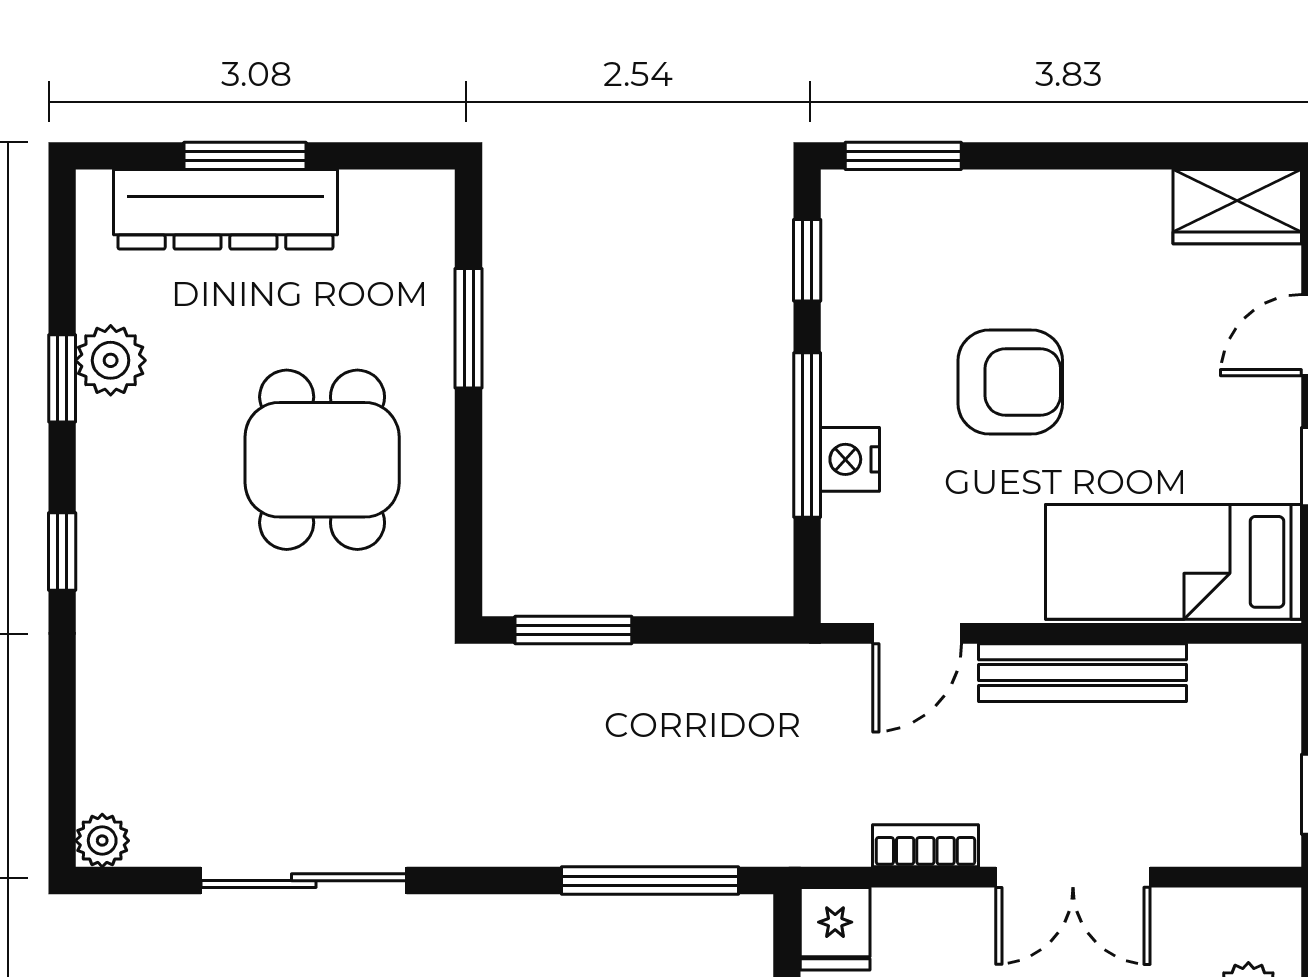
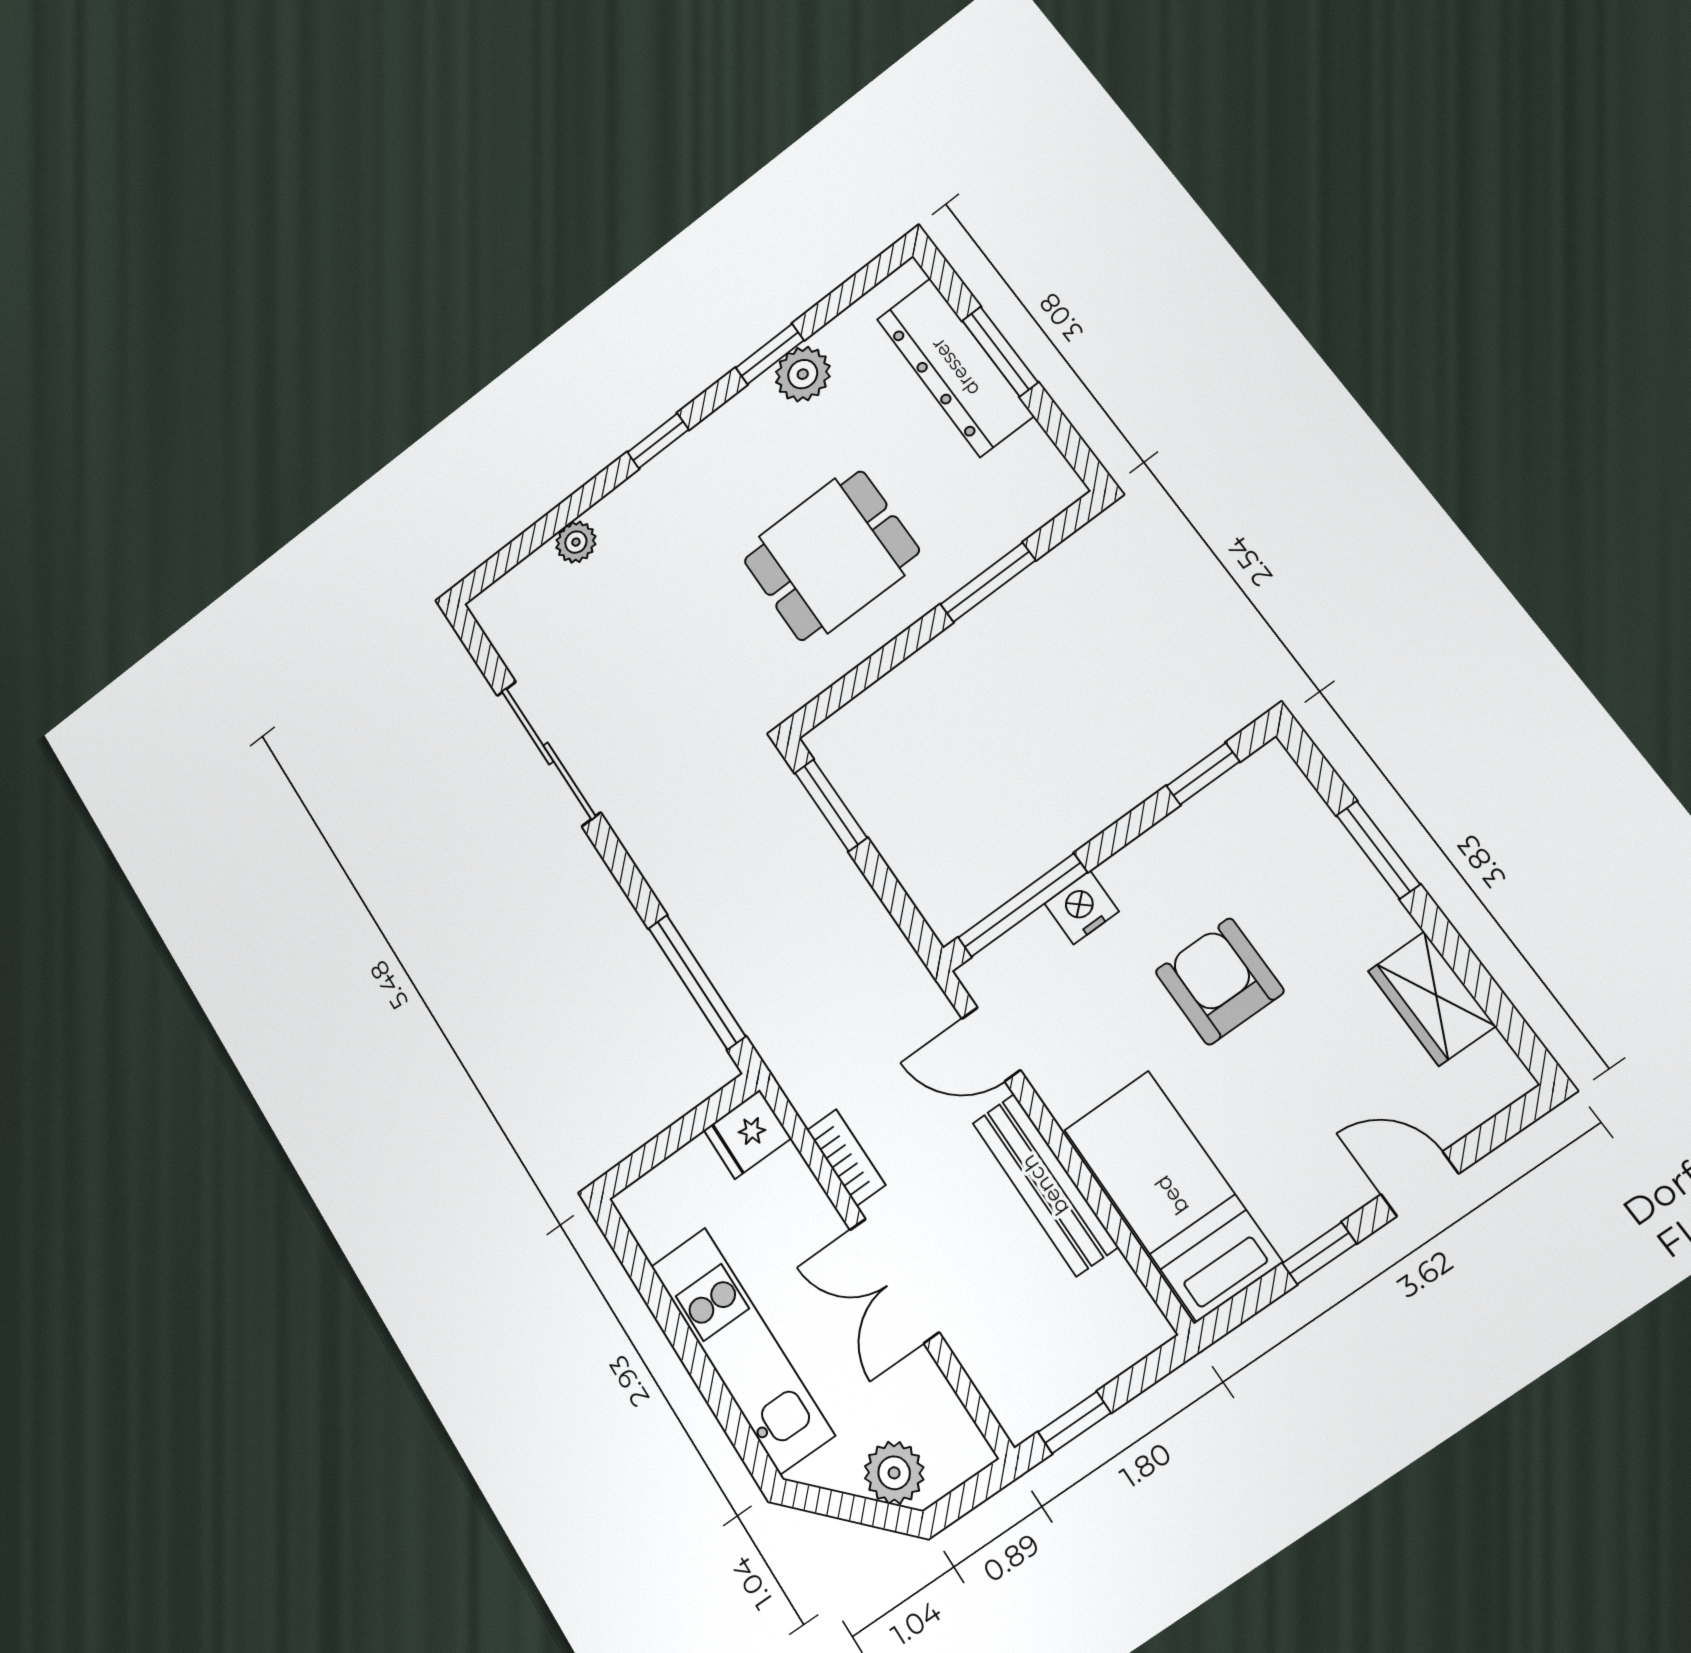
window: (903, 156) -> (1378, 850), moved
wardrobe: (1237, 207) -> (1432, 998), moved
armchair: (1010, 382) -> (1219, 981), turned 180
window: (807, 435) -> (1023, 905), moved
plant: (102, 841) -> (576, 542), moved

